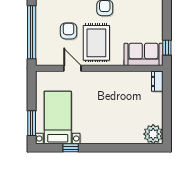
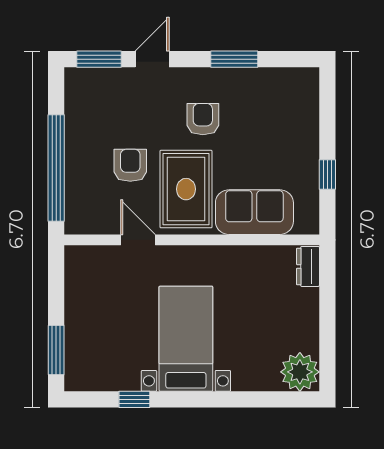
window: (167, 48) -> (327, 175), moved
sofa: (143, 54) -> (254, 212), moved
bed with nightstands: (58, 117) -> (186, 339), moved

